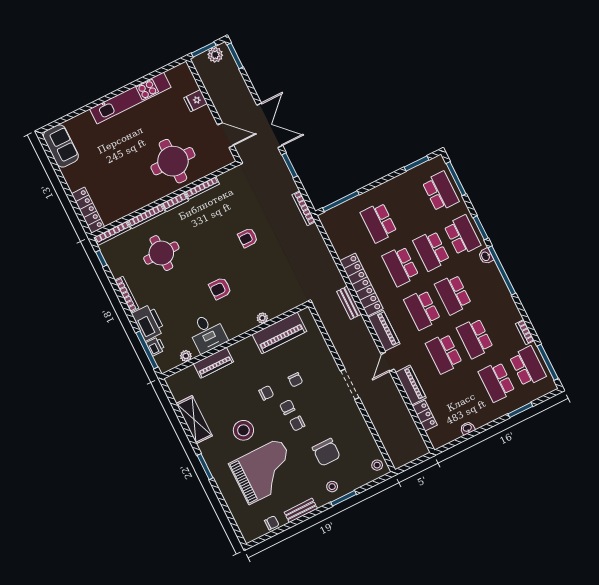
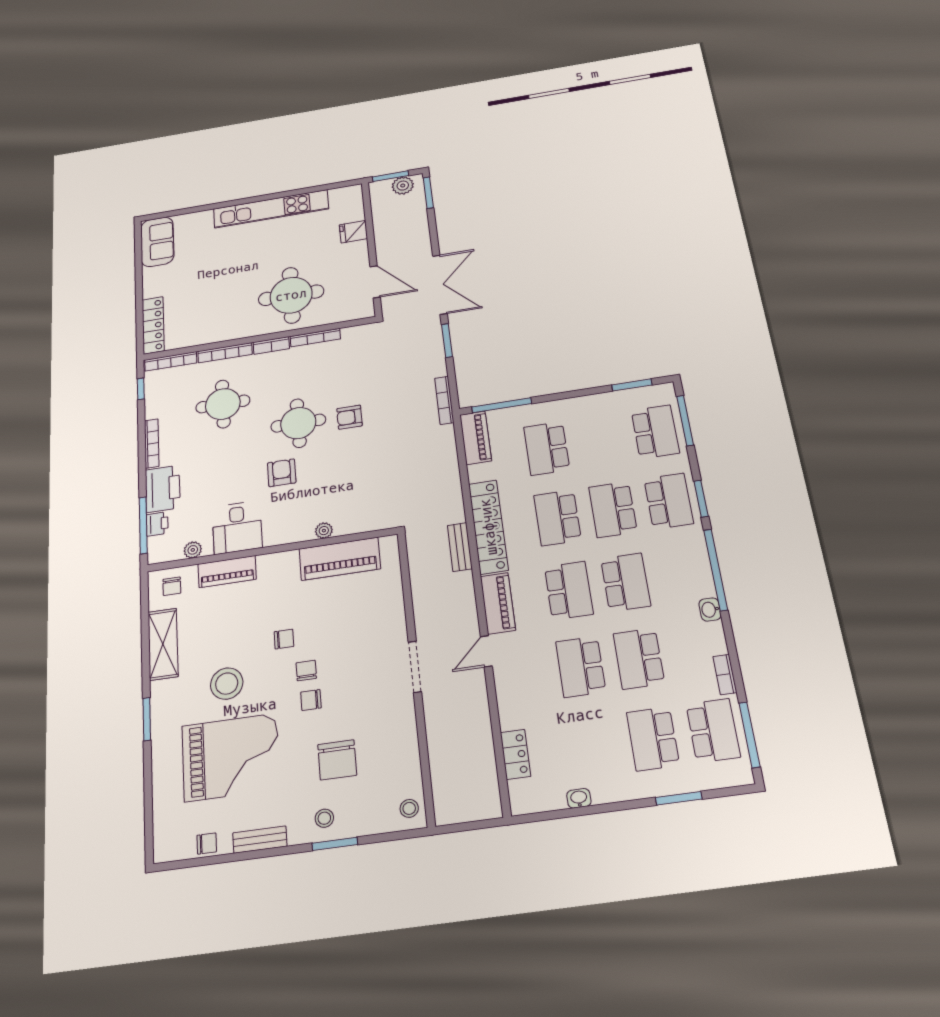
round table: (216, 252) -> (298, 423), added
washbasin: (486, 256) -> (710, 610), moved
armchair: (220, 288) -> (282, 473), turned 90
school desk: (453, 294) -> (626, 582), turned 180
school desk: (422, 310) -> (569, 590), turned 180
chair: (295, 380) -> (172, 586), moved
piano: (411, 385) -> (476, 438), moved

